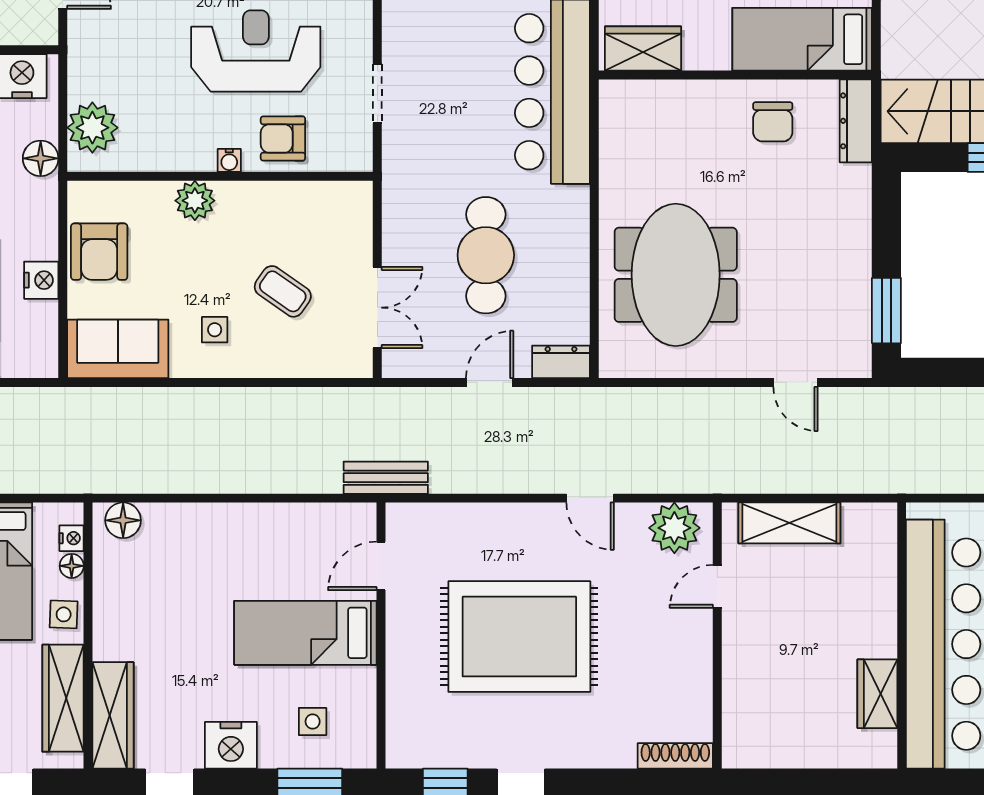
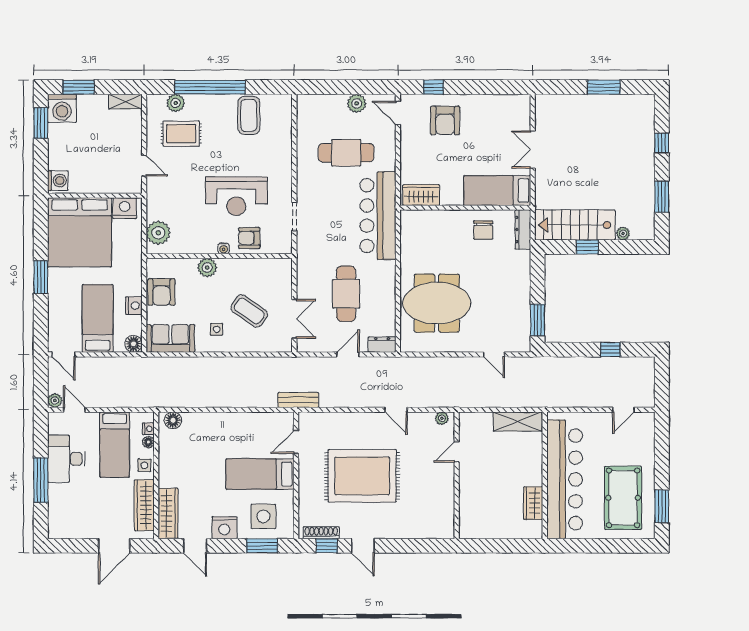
reception desk: (256, 51) -> (236, 196), turned 180
floor lamp: (41, 158) -> (133, 344), moved
meeting table: (676, 275) -> (437, 303), turned 90
coffee table: (283, 291) -> (249, 311), width x1.36, depth x1.30
shelving: (789, 523) -> (517, 422), moved
plant: (674, 528) -> (442, 418), width x0.53, depth x0.53
side table: (313, 722) -> (263, 516), width x1.87, depth x1.87
shoe rack: (675, 756) -> (321, 533), moved

